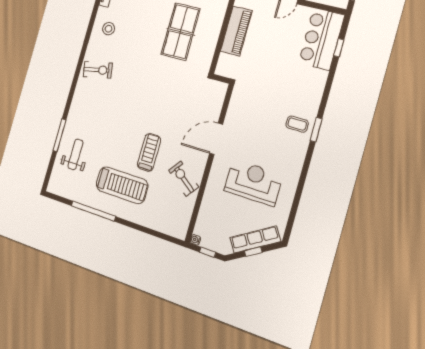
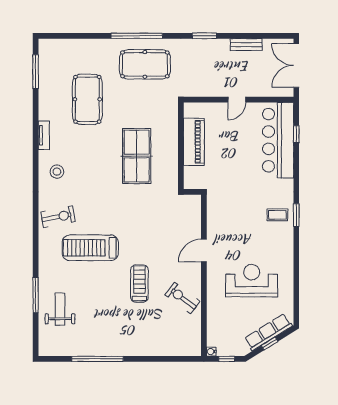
bar counter: (321, 39) -> (278, 140), width x1.36
door: (216, 139) -> (204, 251), width x0.73
treadmill: (122, 185) -> (90, 248), moved, turned 180

